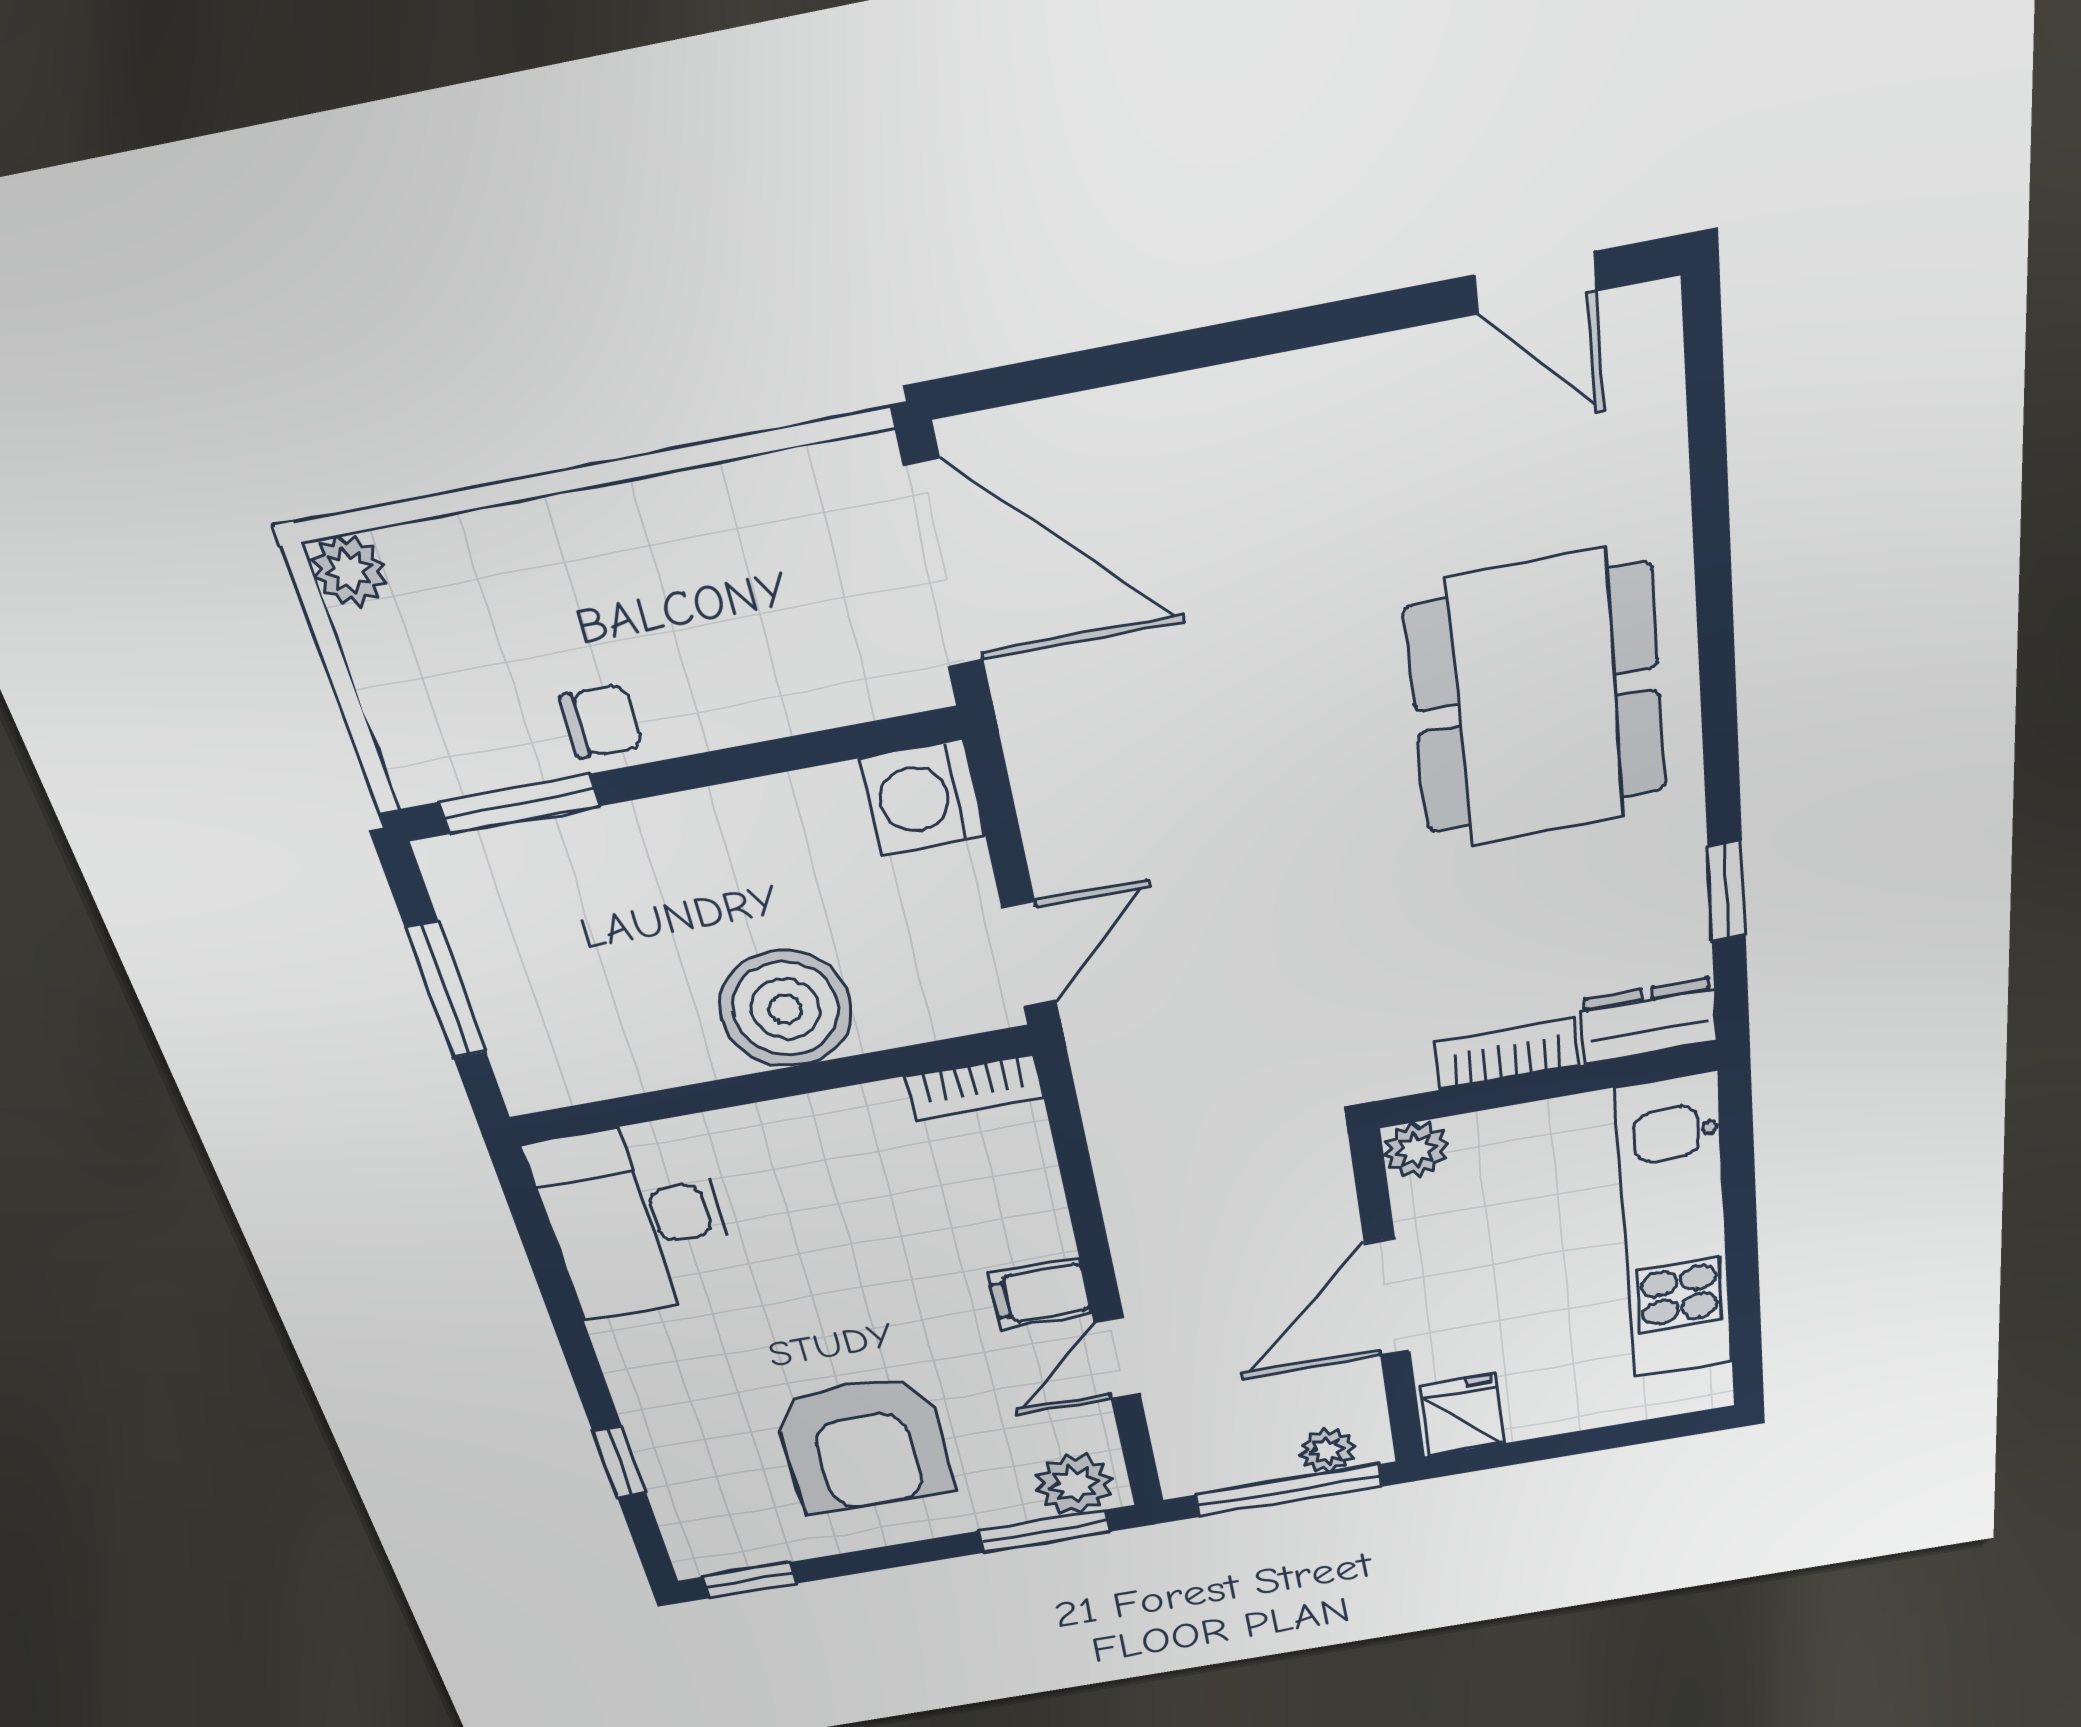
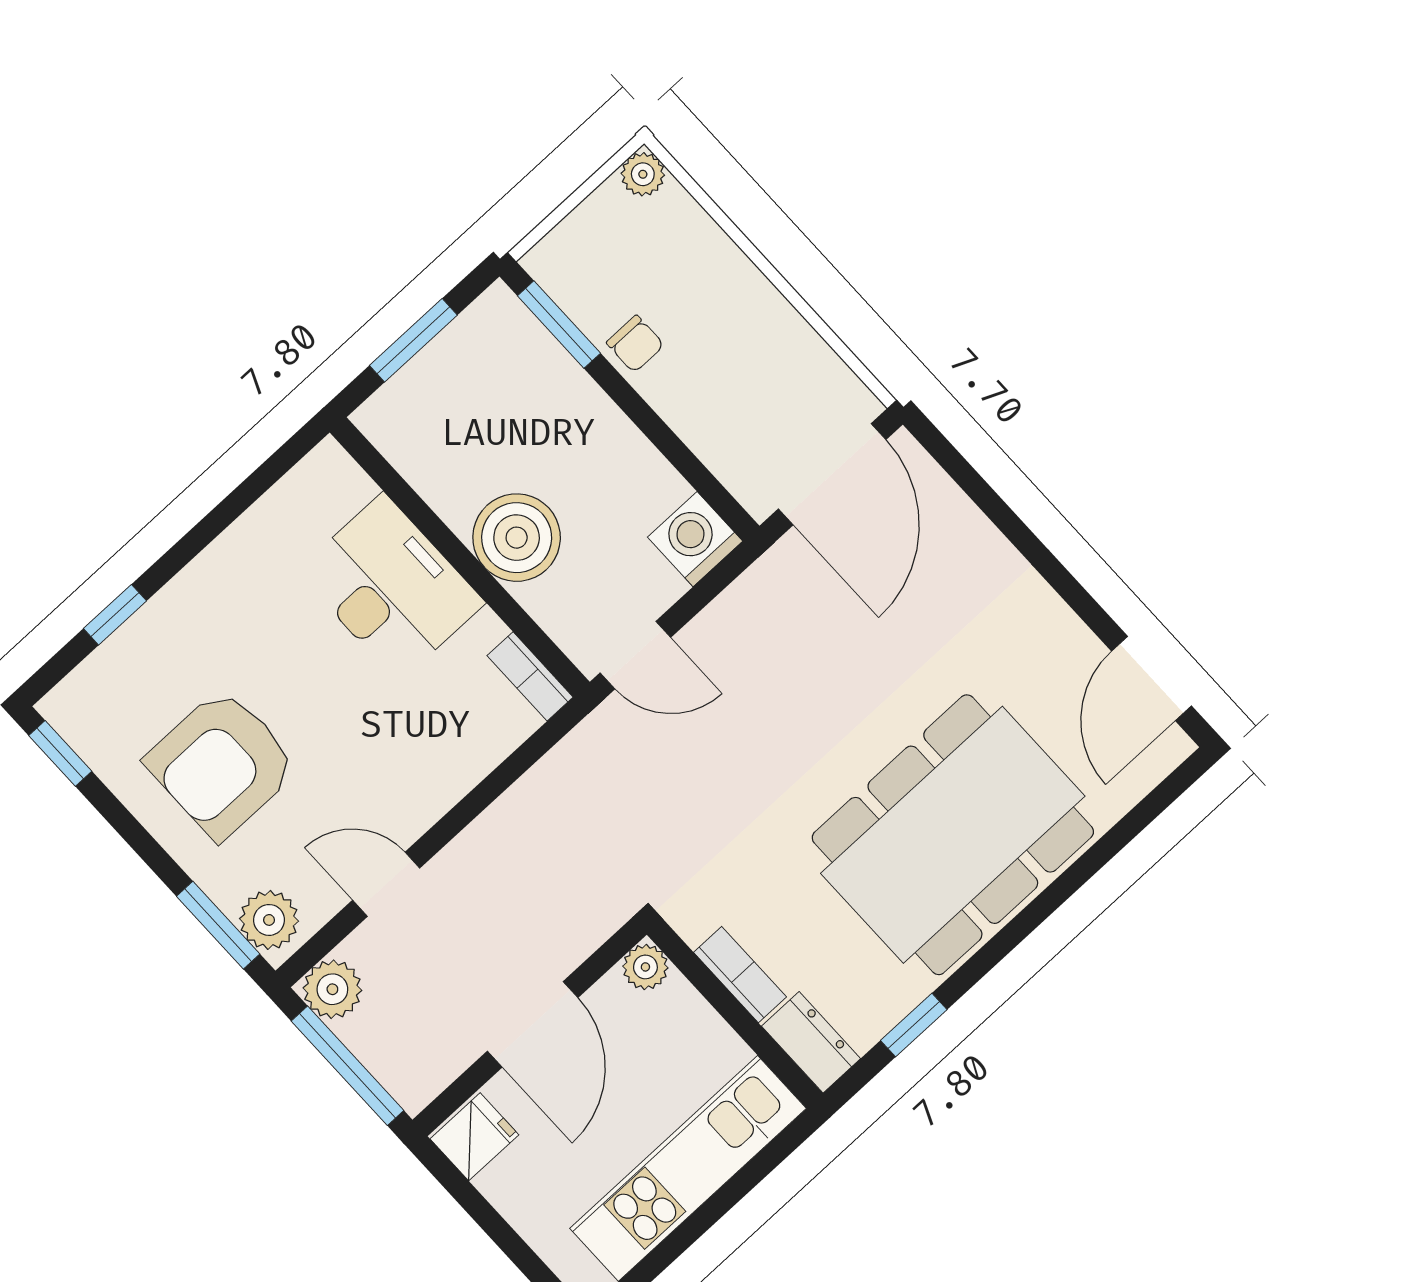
door: (1535, 283) -> (1151, 678), width x1.38
dining table: (1537, 700) -> (953, 835), width x1.36, depth x1.24
desk: (635, 1221) -> (391, 587), moved, turned 90
filing cabinet: (1040, 1294) -> (406, 805), removed
door: (1387, 1298) -> (533, 1024), swing flipped
plant: (1327, 1451) -> (332, 989), moved, width x1.38, depth x1.38

